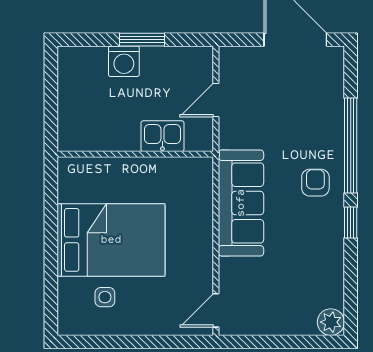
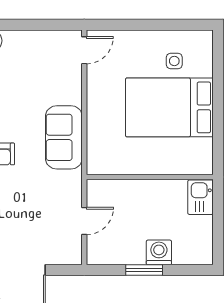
kitchen sink: (162, 136) -> (200, 197), moved, turned 90
sofa: (241, 203) -> (64, 137), width x0.73

